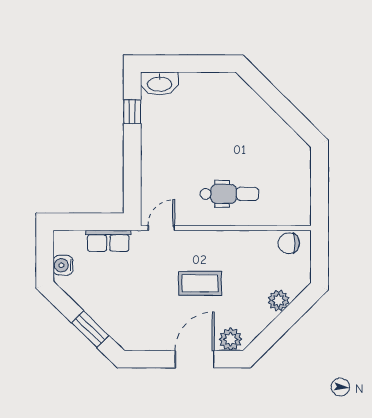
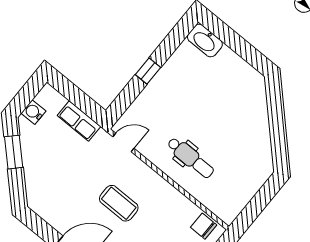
window: (132, 112) -> (148, 71), moved
window: (90, 329) -> (14, 152), moved

